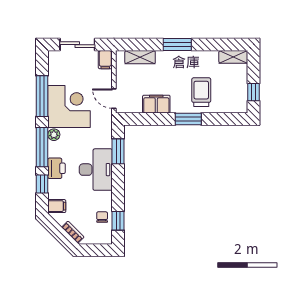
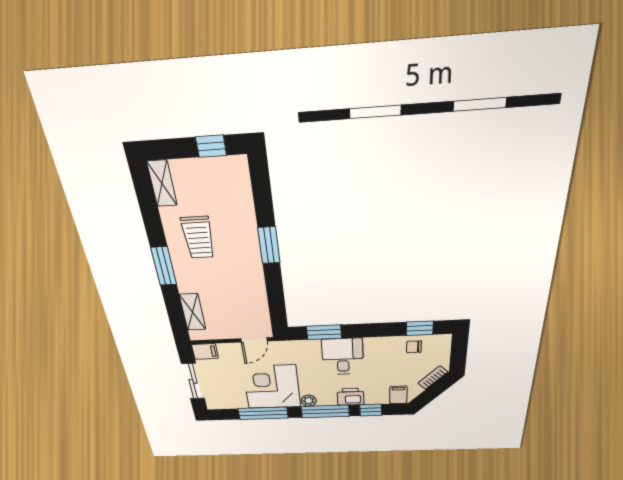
trolley: (201, 92) -> (198, 237), moved, turned -90
filing cabinet: (156, 104) -> (253, 289), removed
desk: (96, 170) -> (343, 356), width x0.73

